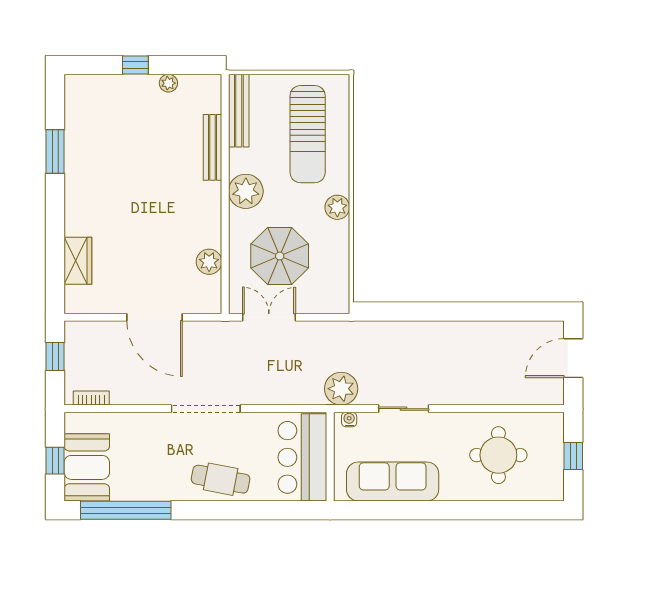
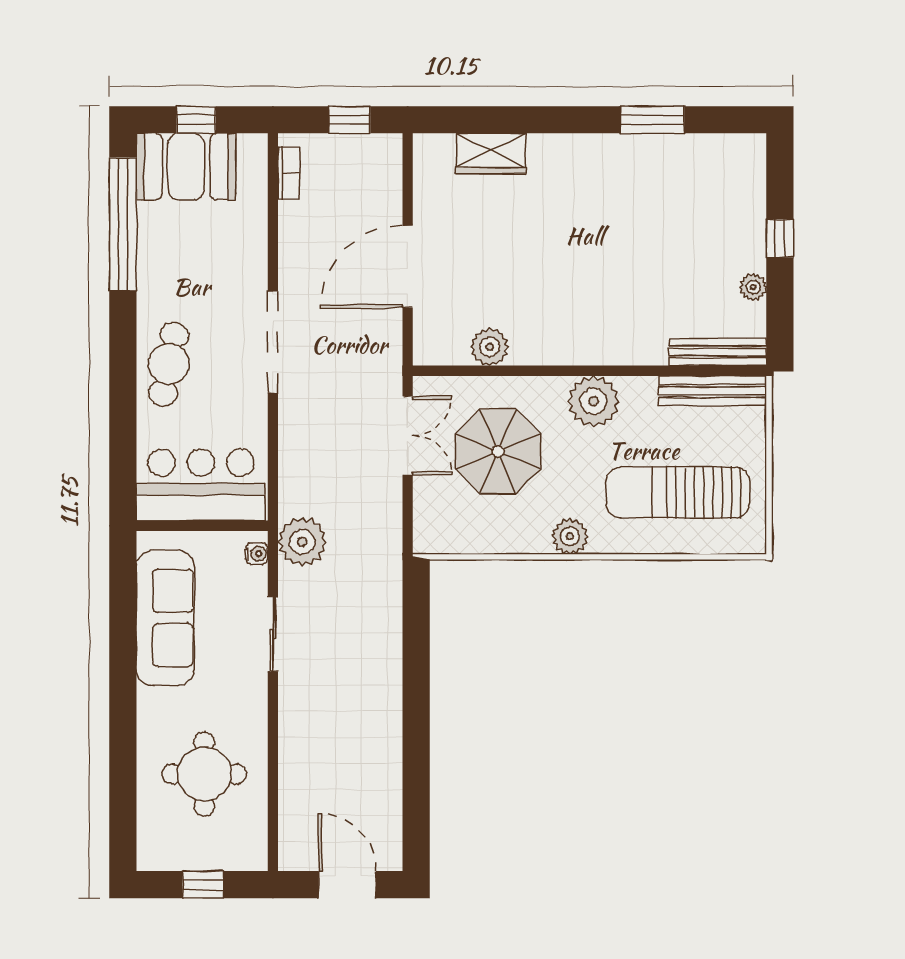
bench: (212, 147) -> (718, 352), moved

